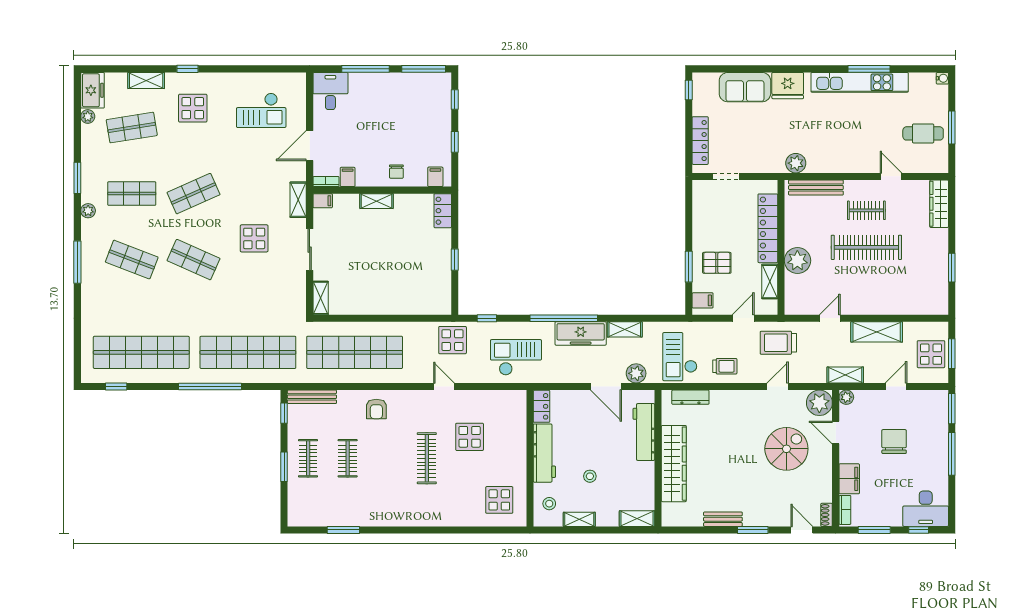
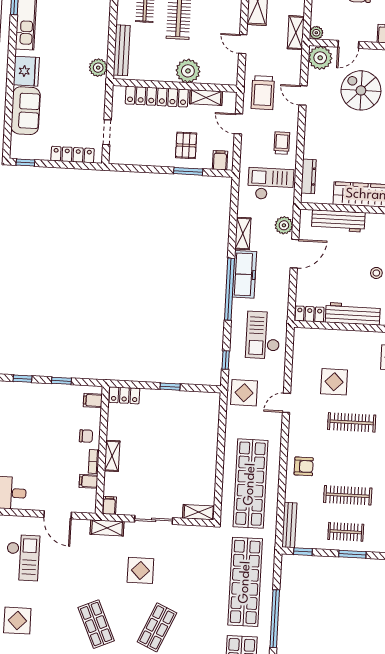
bookcase: (326, 182) -> (94, 462), moved
checkout: (680, 357) -> (271, 184), turned 180
clothes rail: (348, 458) -> (348, 495), width x1.36

